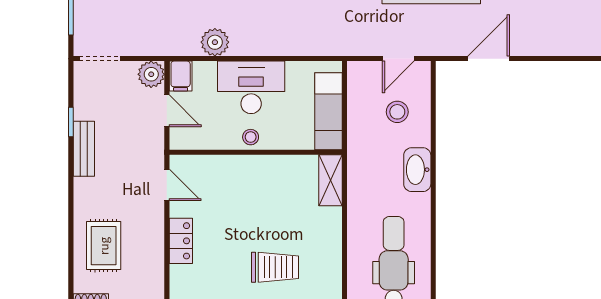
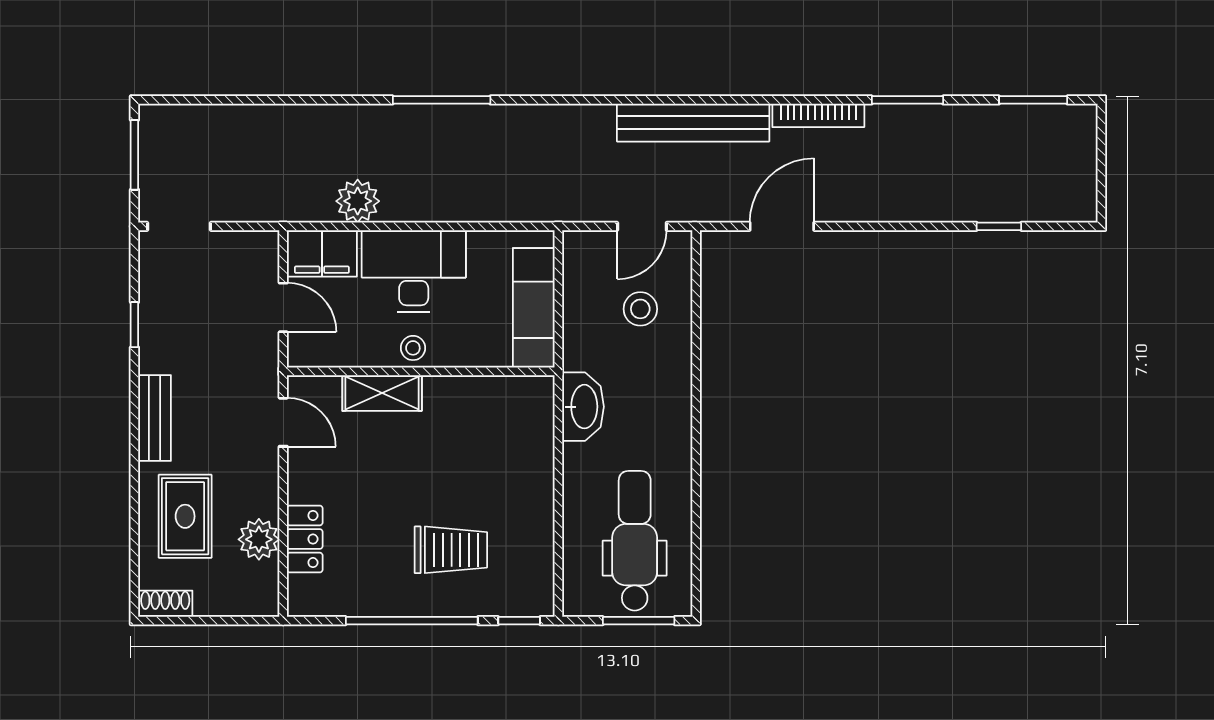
plant: (151, 74) -> (259, 539), moved
filing cabinet: (181, 76) -> (322, 253), width x2.00
bench: (84, 149) -> (155, 418), moved
washbasin: (417, 170) -> (583, 407), moved, turned 180
shelving: (331, 180) -> (382, 393), moved, turned 90
locker: (181, 241) -> (305, 539), moved

